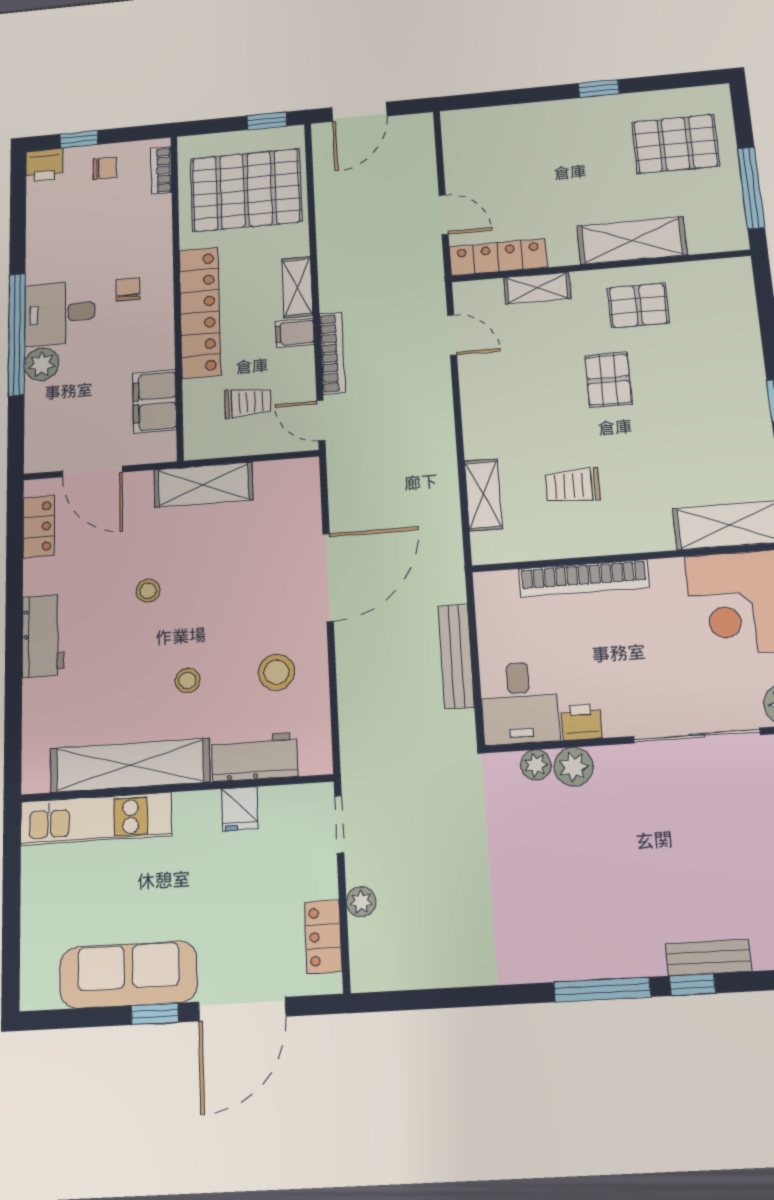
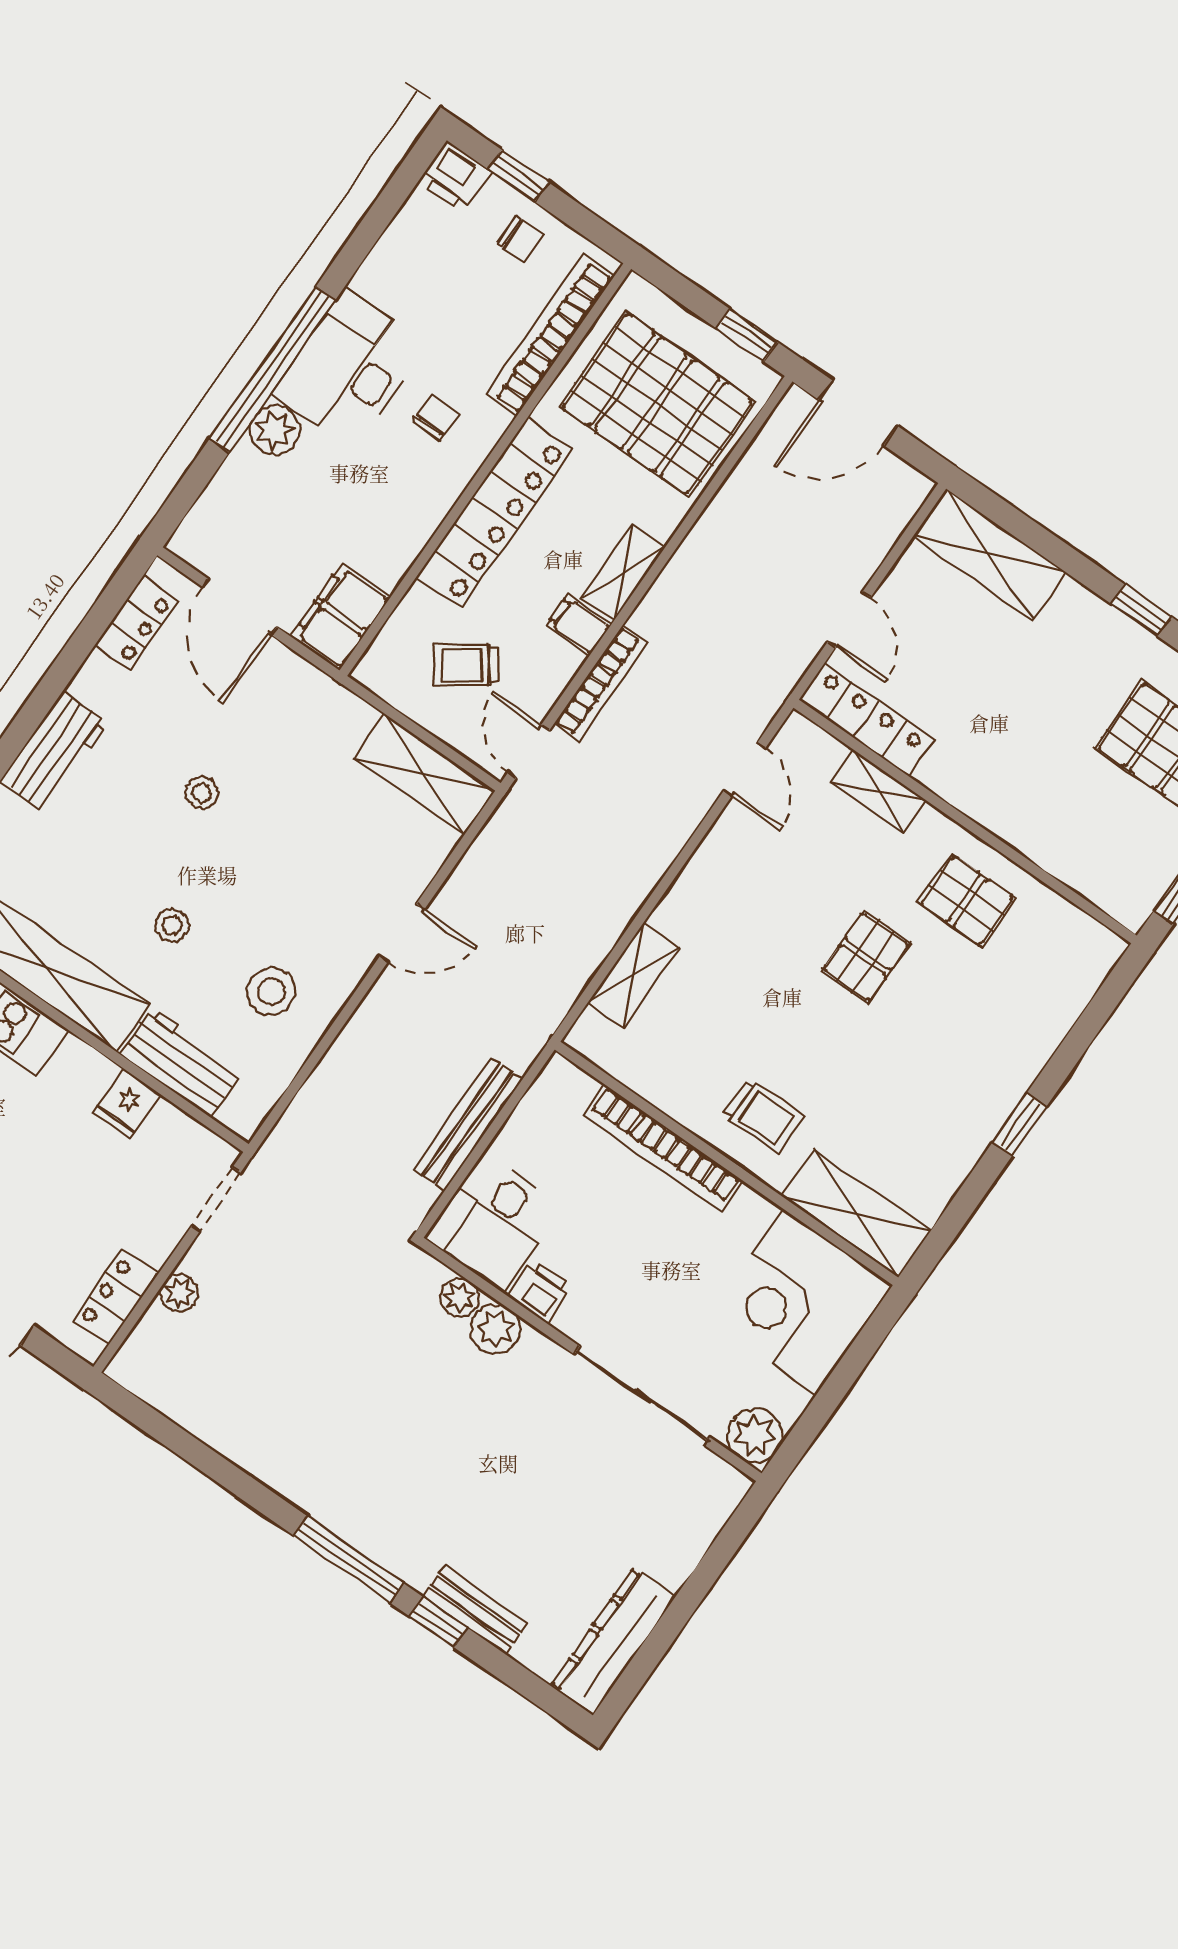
bookcase: (161, 170) -> (550, 335), width x2.31, depth x1.31
shelving: (632, 240) -> (989, 554), moved
desk: (60, 313) -> (349, 369), width x1.37
filing cabinet: (155, 401) -> (341, 617), moved
trolley: (248, 403) -> (466, 665), turned 145
shelving: (203, 485) -> (424, 774), moved
trolley: (573, 486) -> (762, 1116), moved, turned 180
door: (328, 577) -> (402, 933), width x0.53

